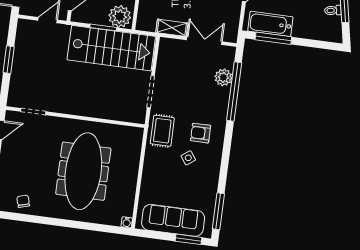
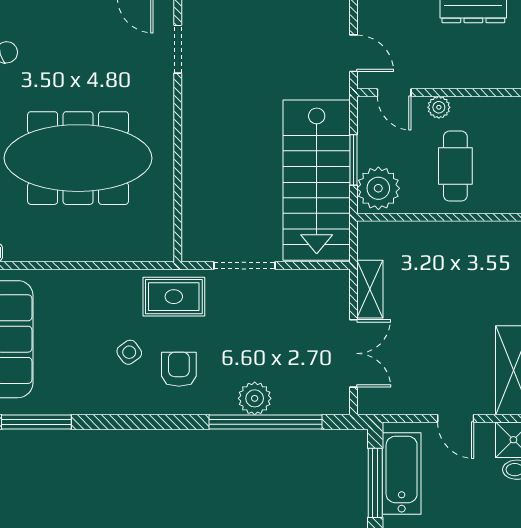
plant: (223, 77) -> (255, 398), moved

